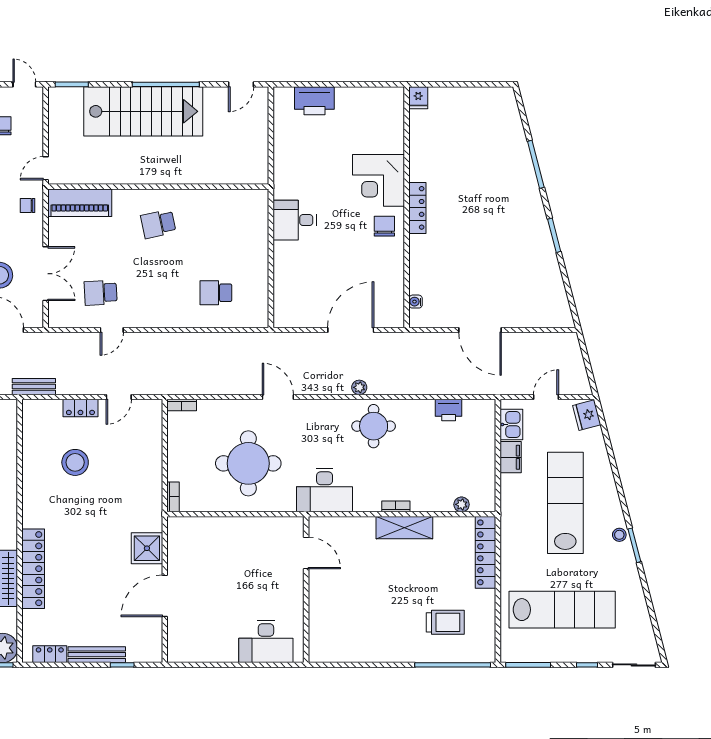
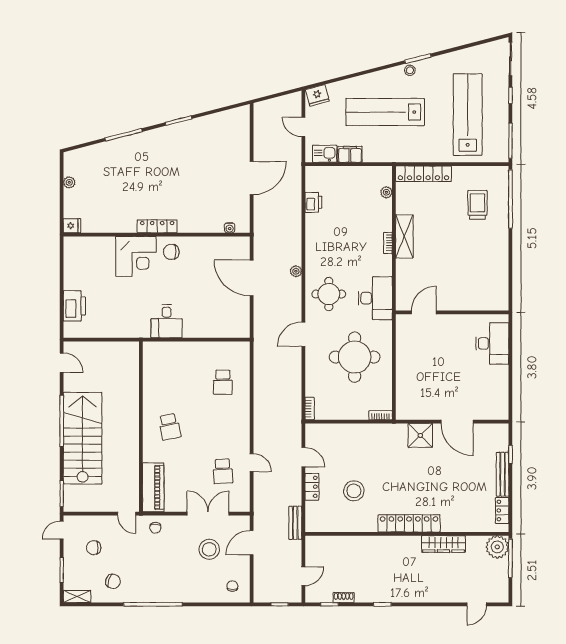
plant: (474, 94) -> (69, 182), added
round table: (374, 426) -> (329, 294), moved
locker: (33, 569) -> (409, 523), moved

